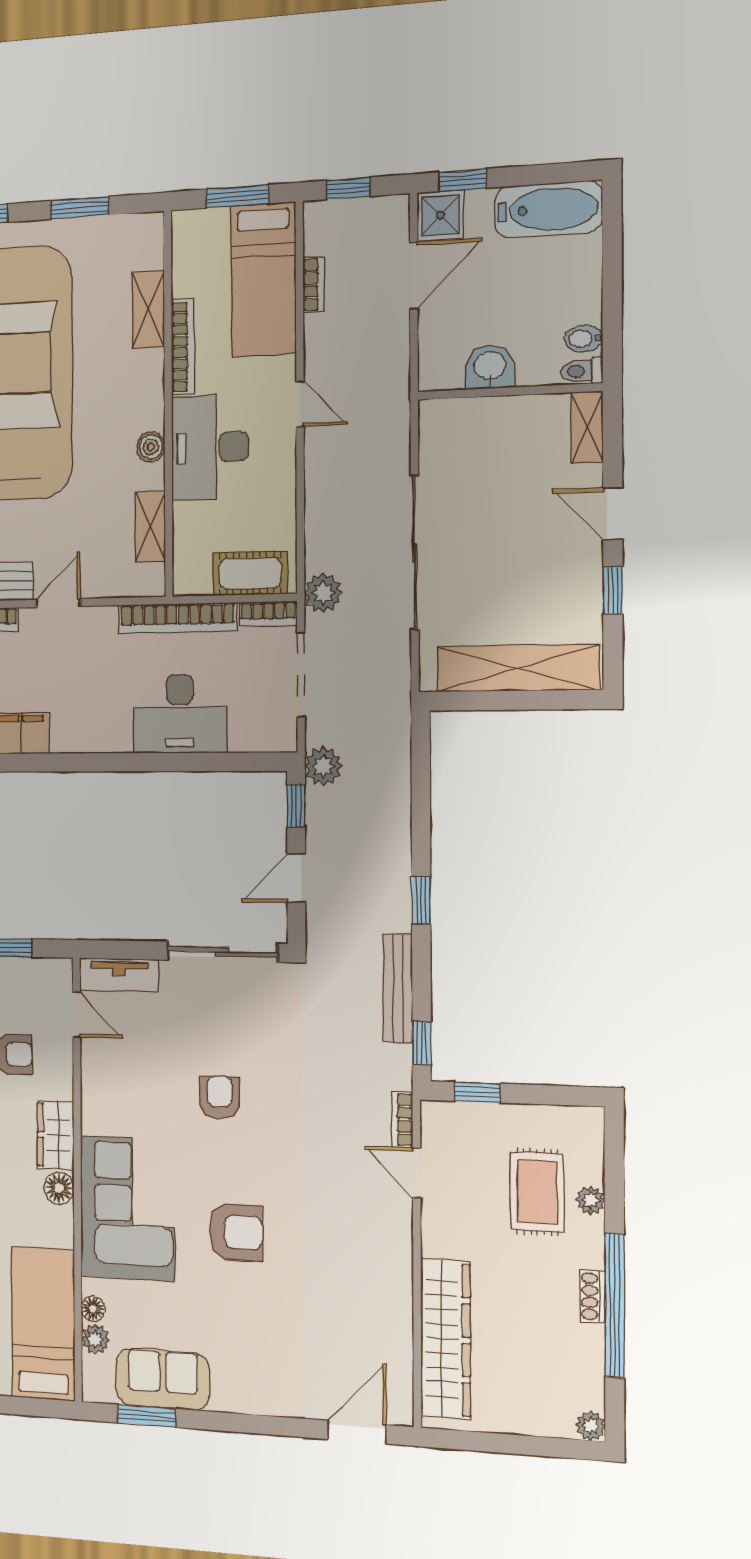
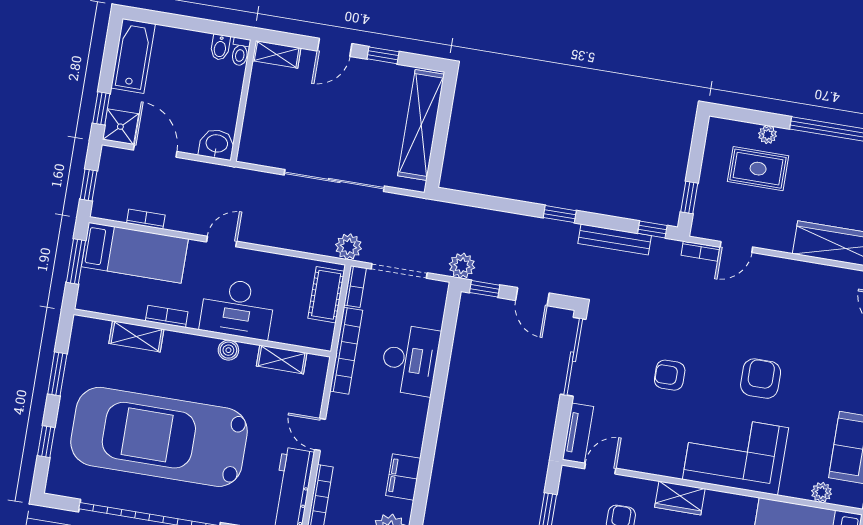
bookcase: (183, 347) -> (167, 316), width x0.64
washbasin: (490, 367) -> (217, 144), moved, turned 90
floor lamp: (59, 1188) -> (716, 502), removed
shoe rack: (593, 1297) -> (829, 144), removed
floor lamp: (93, 1309) -> (801, 490), removed

